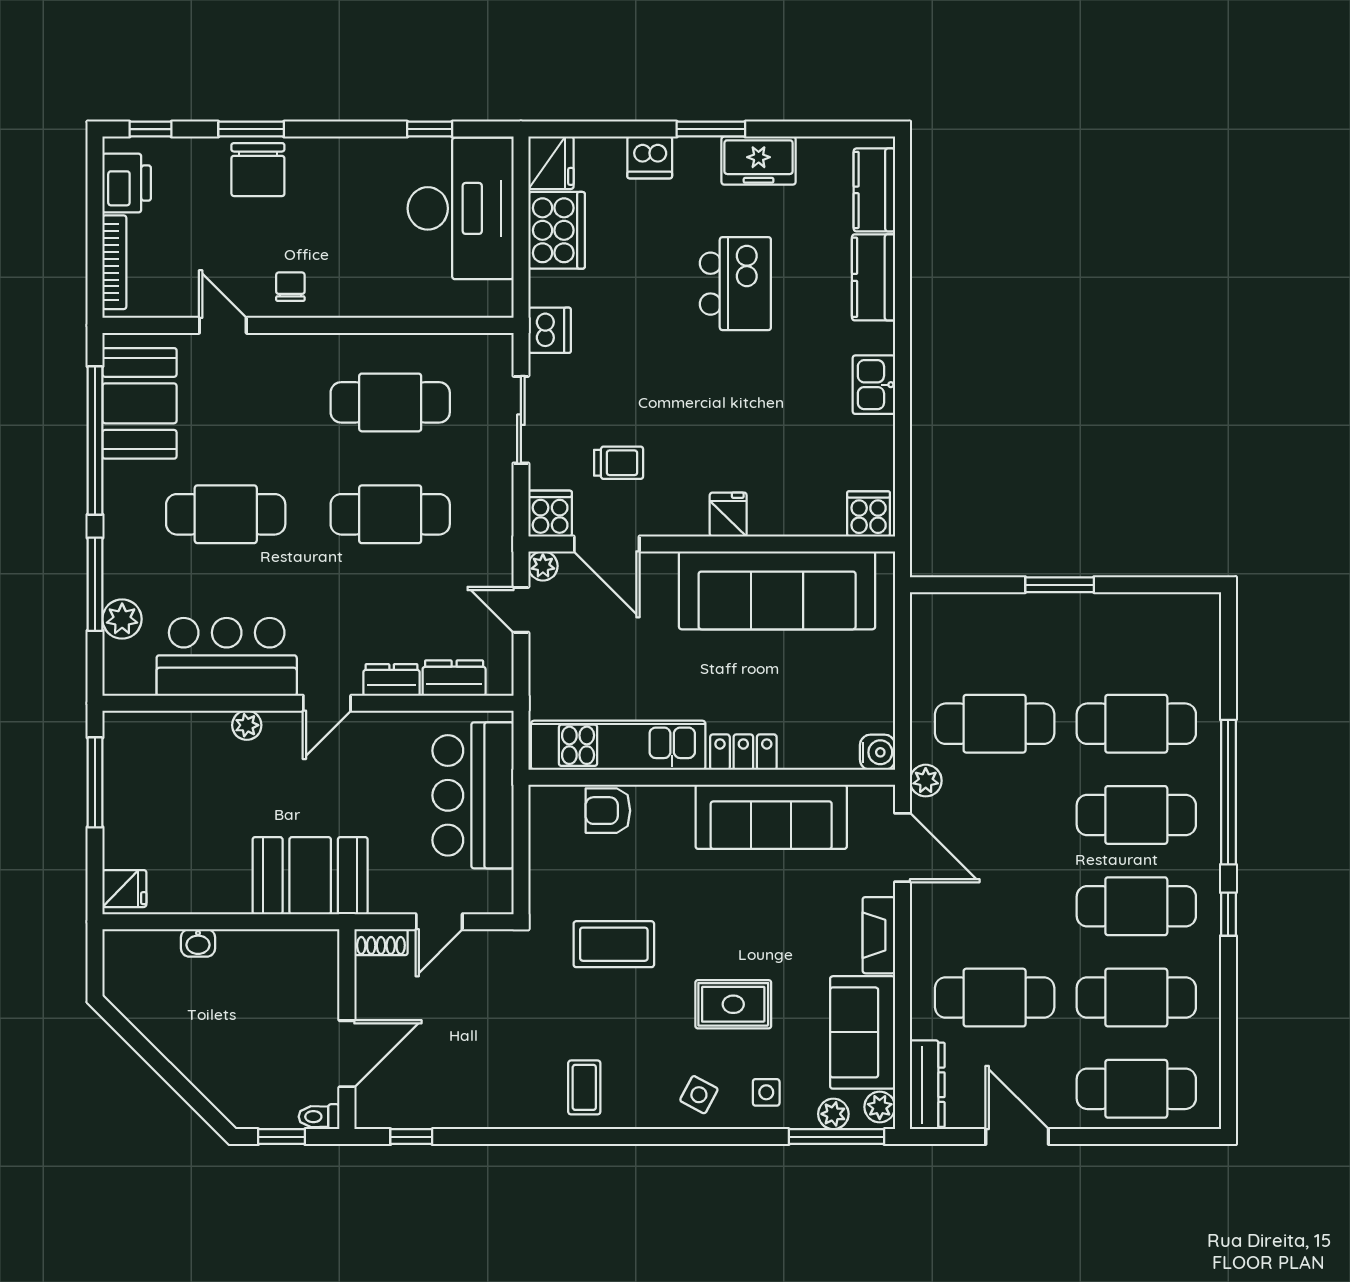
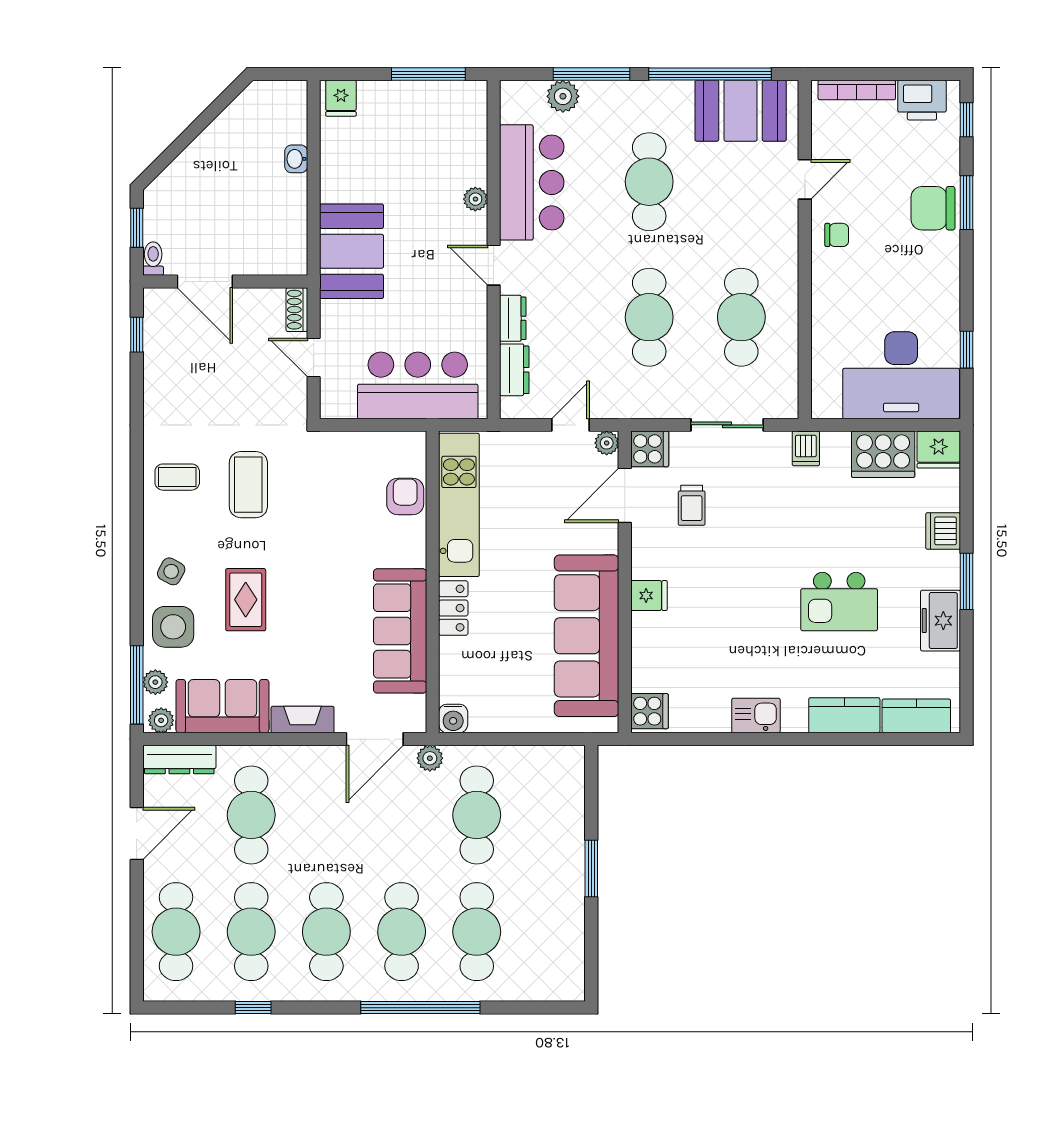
dishwasher: (550, 330) -> (806, 448), width x0.73
window: (1228, 914) -> (253, 1008), moved
coffee table: (614, 944) -> (248, 485), moved
side table: (766, 1092) -> (173, 627), width x1.87, depth x1.87

